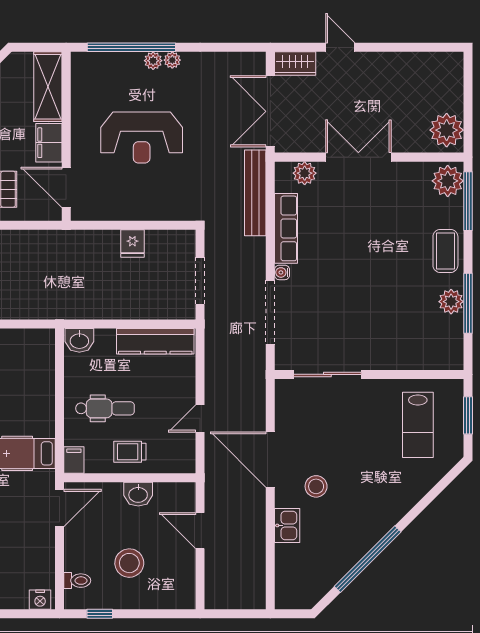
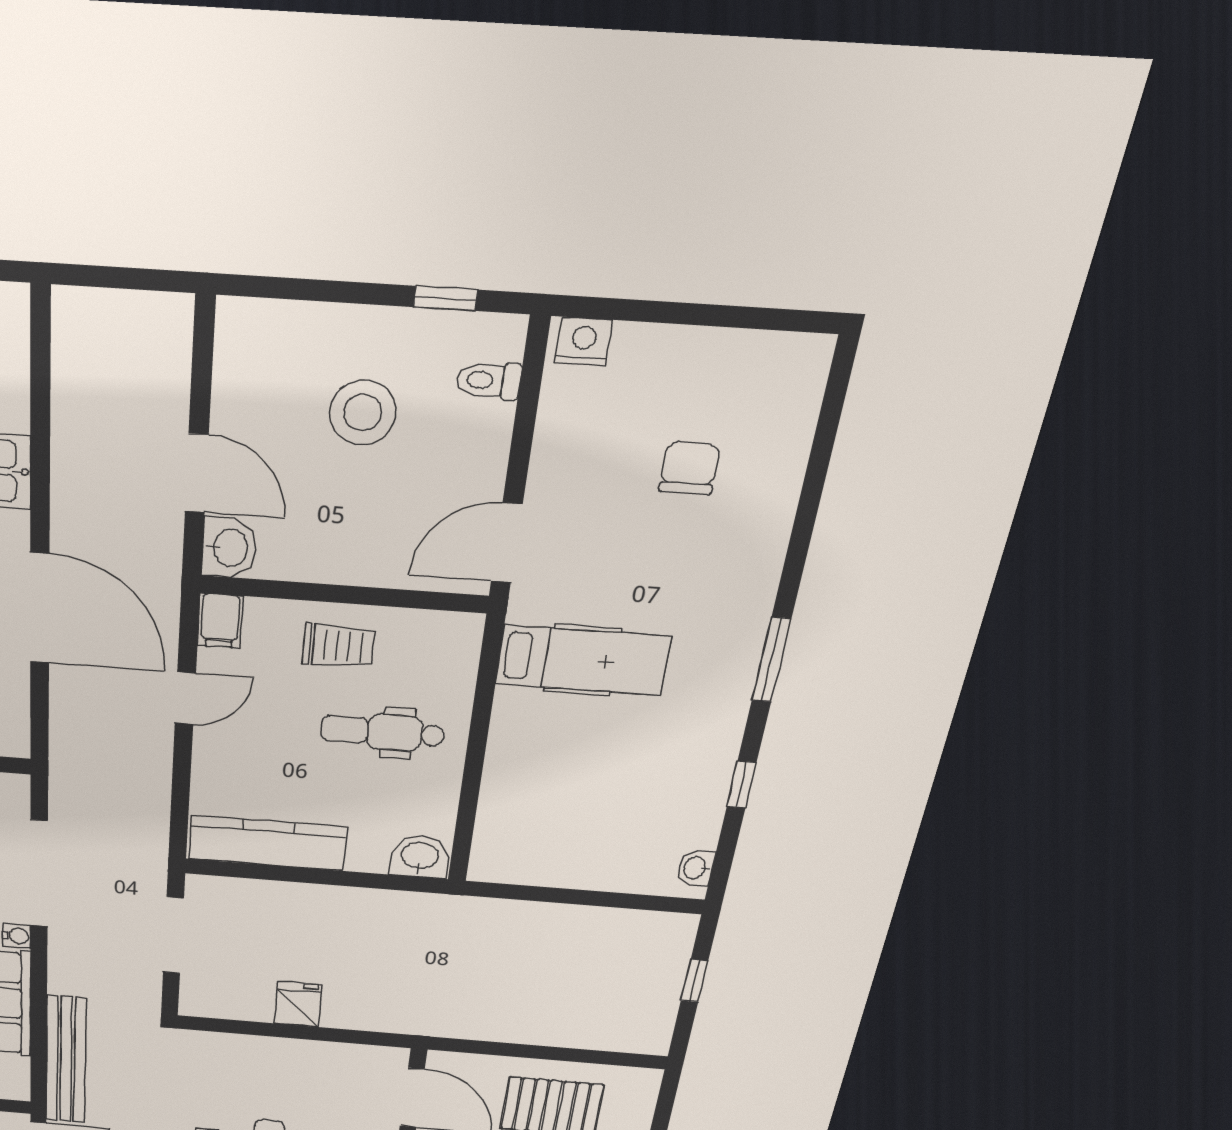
filing cabinet: (74, 460) -> (220, 621), moved
washbasin: (138, 494) -> (229, 548), moved, turned 90

